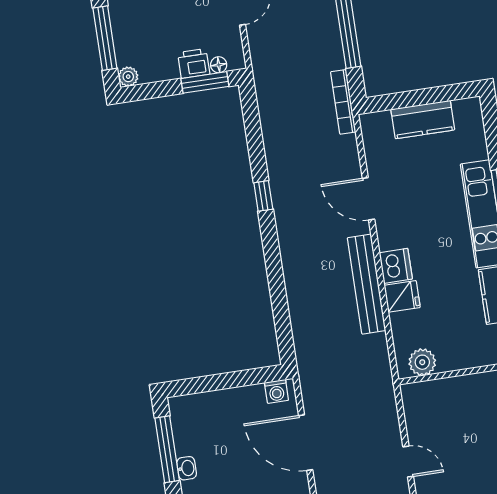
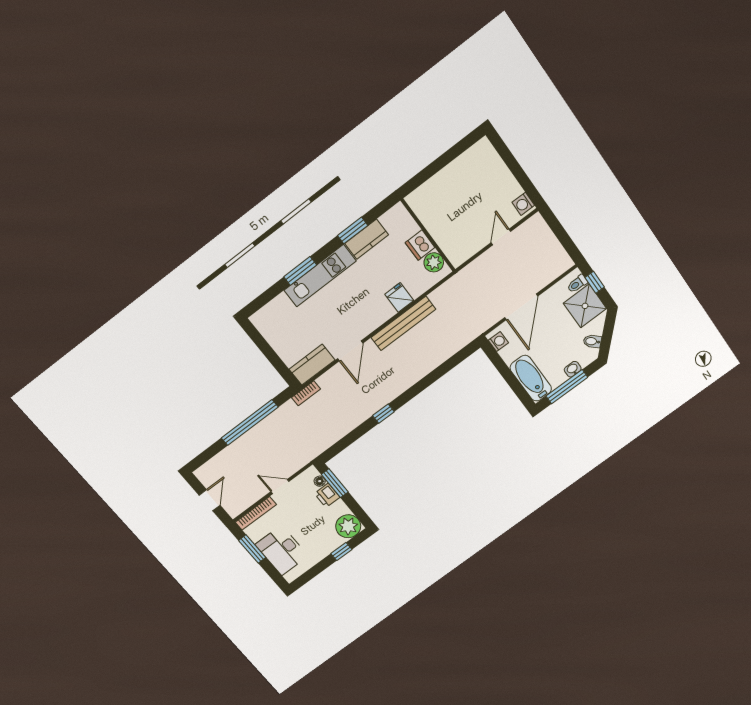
window: (105, 38) -> (341, 552), width x0.46
plant: (128, 77) -> (348, 526), width x1.87, depth x1.87
bookcase: (343, 102) -> (306, 393), width x0.64
kitchen counter: (423, 120) -> (312, 365), moved, turned -90
dishwasher: (396, 266) -> (420, 245), moved, turned -90
bathtub: (205, 408) -> (531, 378), added

